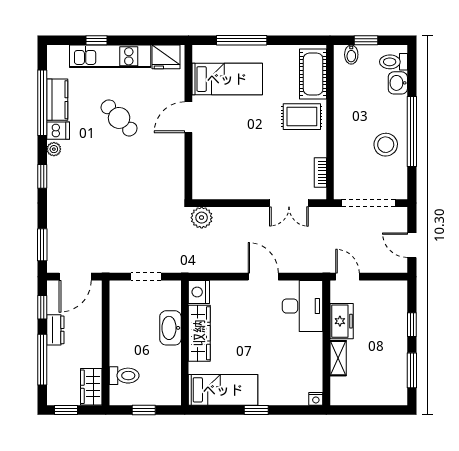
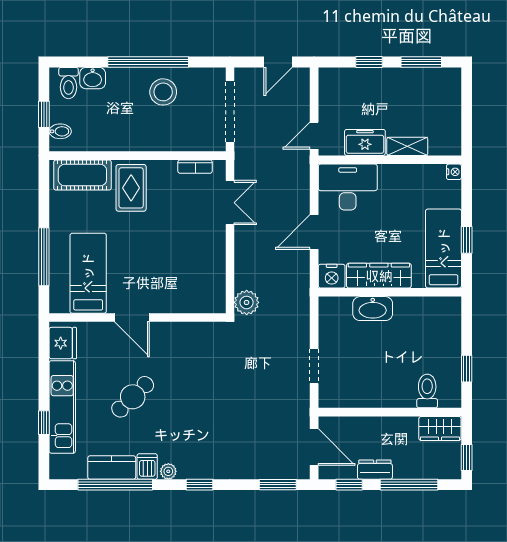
nightstand: (199, 292) -> (332, 276), moved
washbasin: (170, 328) -> (373, 309), moved
wardrobe: (199, 333) -> (379, 276), moved
wall: (185, 343) -> (390, 292), moved
bed: (223, 390) -> (444, 248), moved

